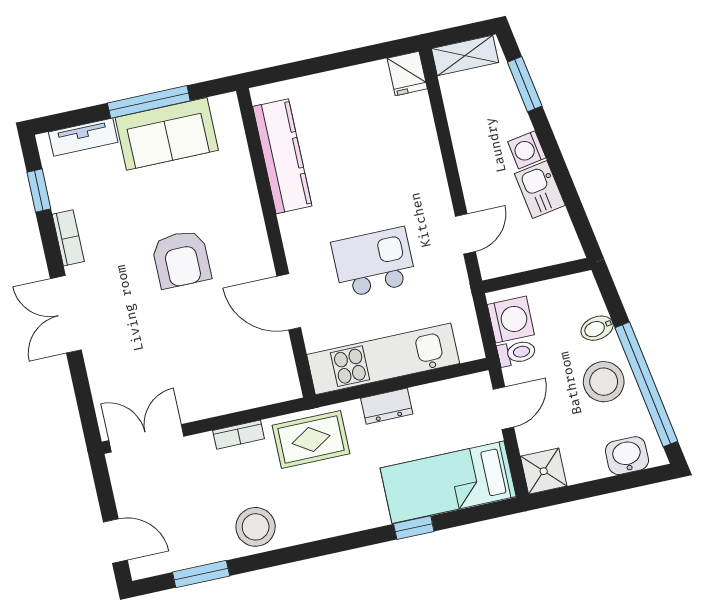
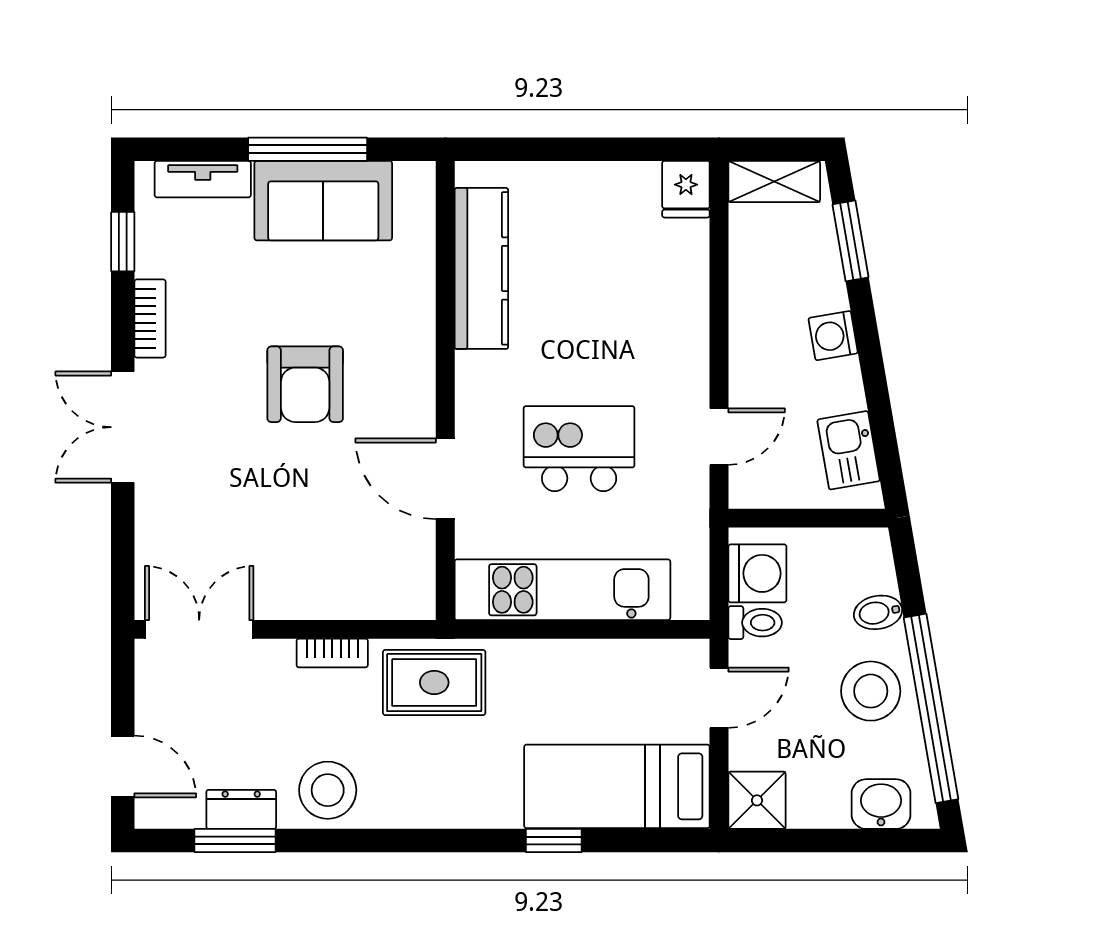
kitchen sink: (540, 190) -> (849, 450), moved
dresser: (387, 406) -> (241, 809), moved, turned 180

